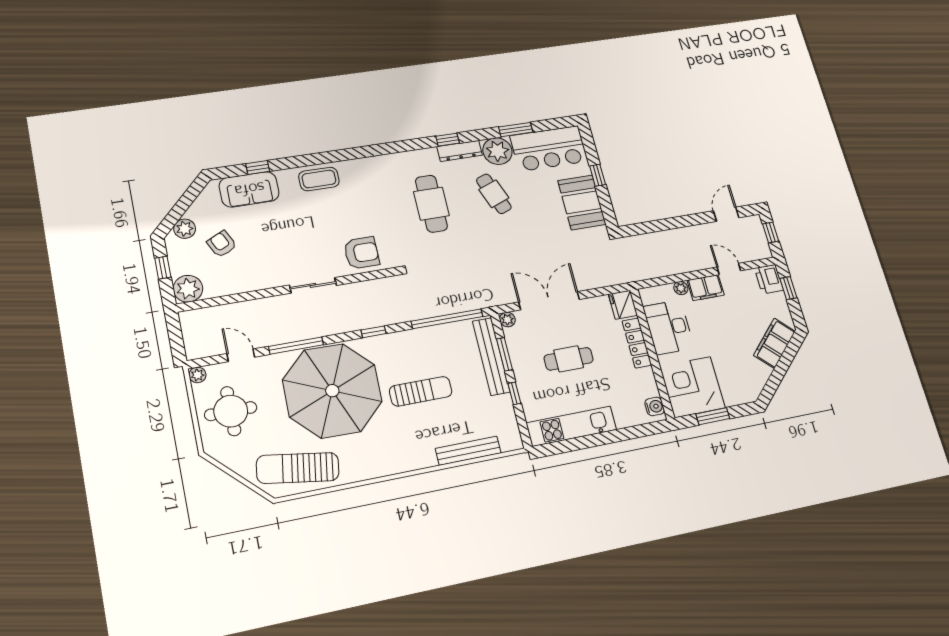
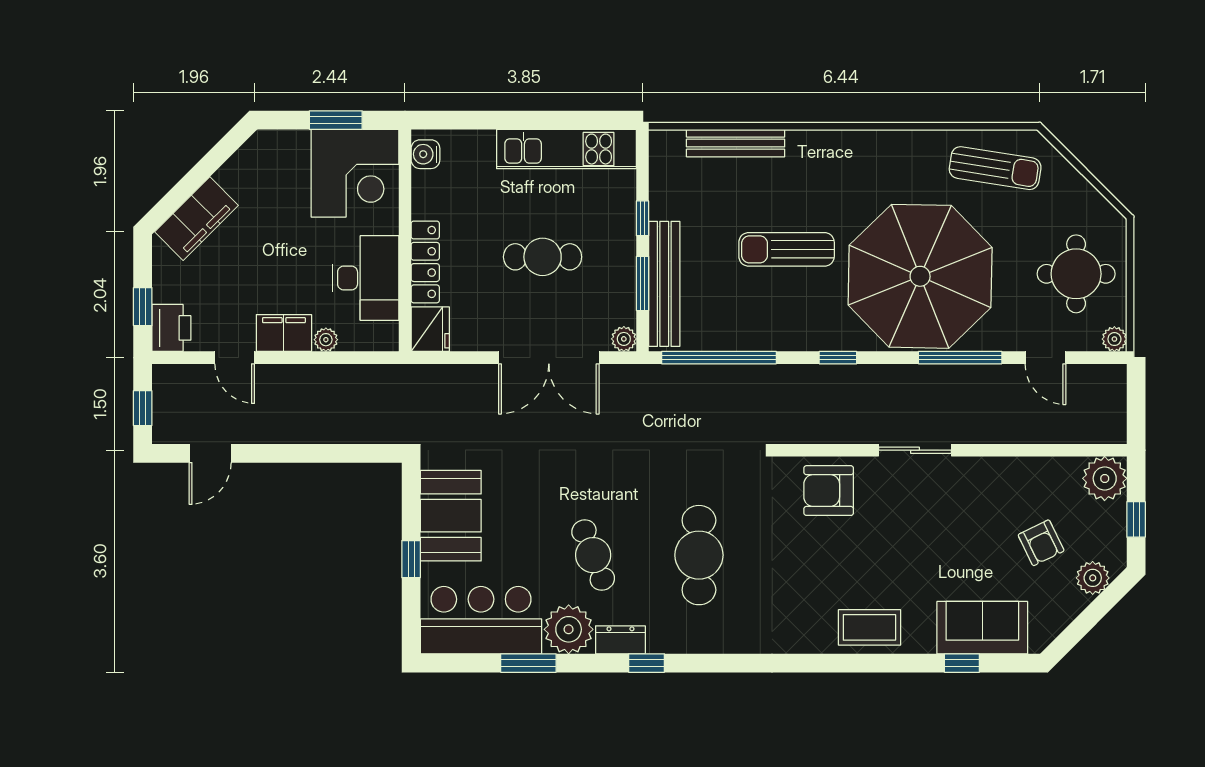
dresser: (460, 151) -> (620, 640), width x0.70
sun lounger: (298, 468) -> (995, 168), width x0.73, depth x0.75

